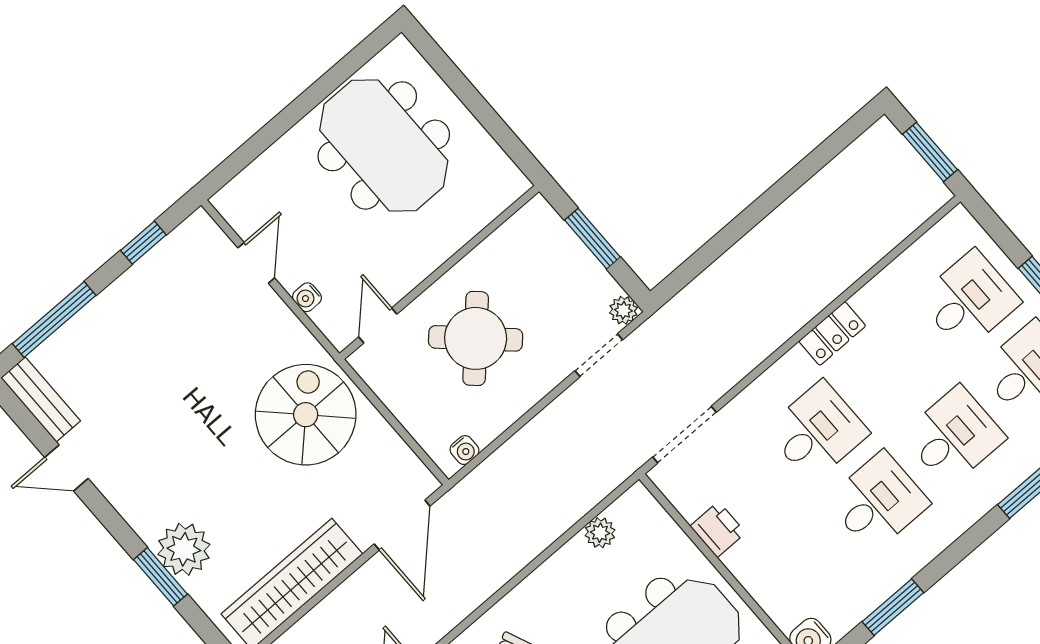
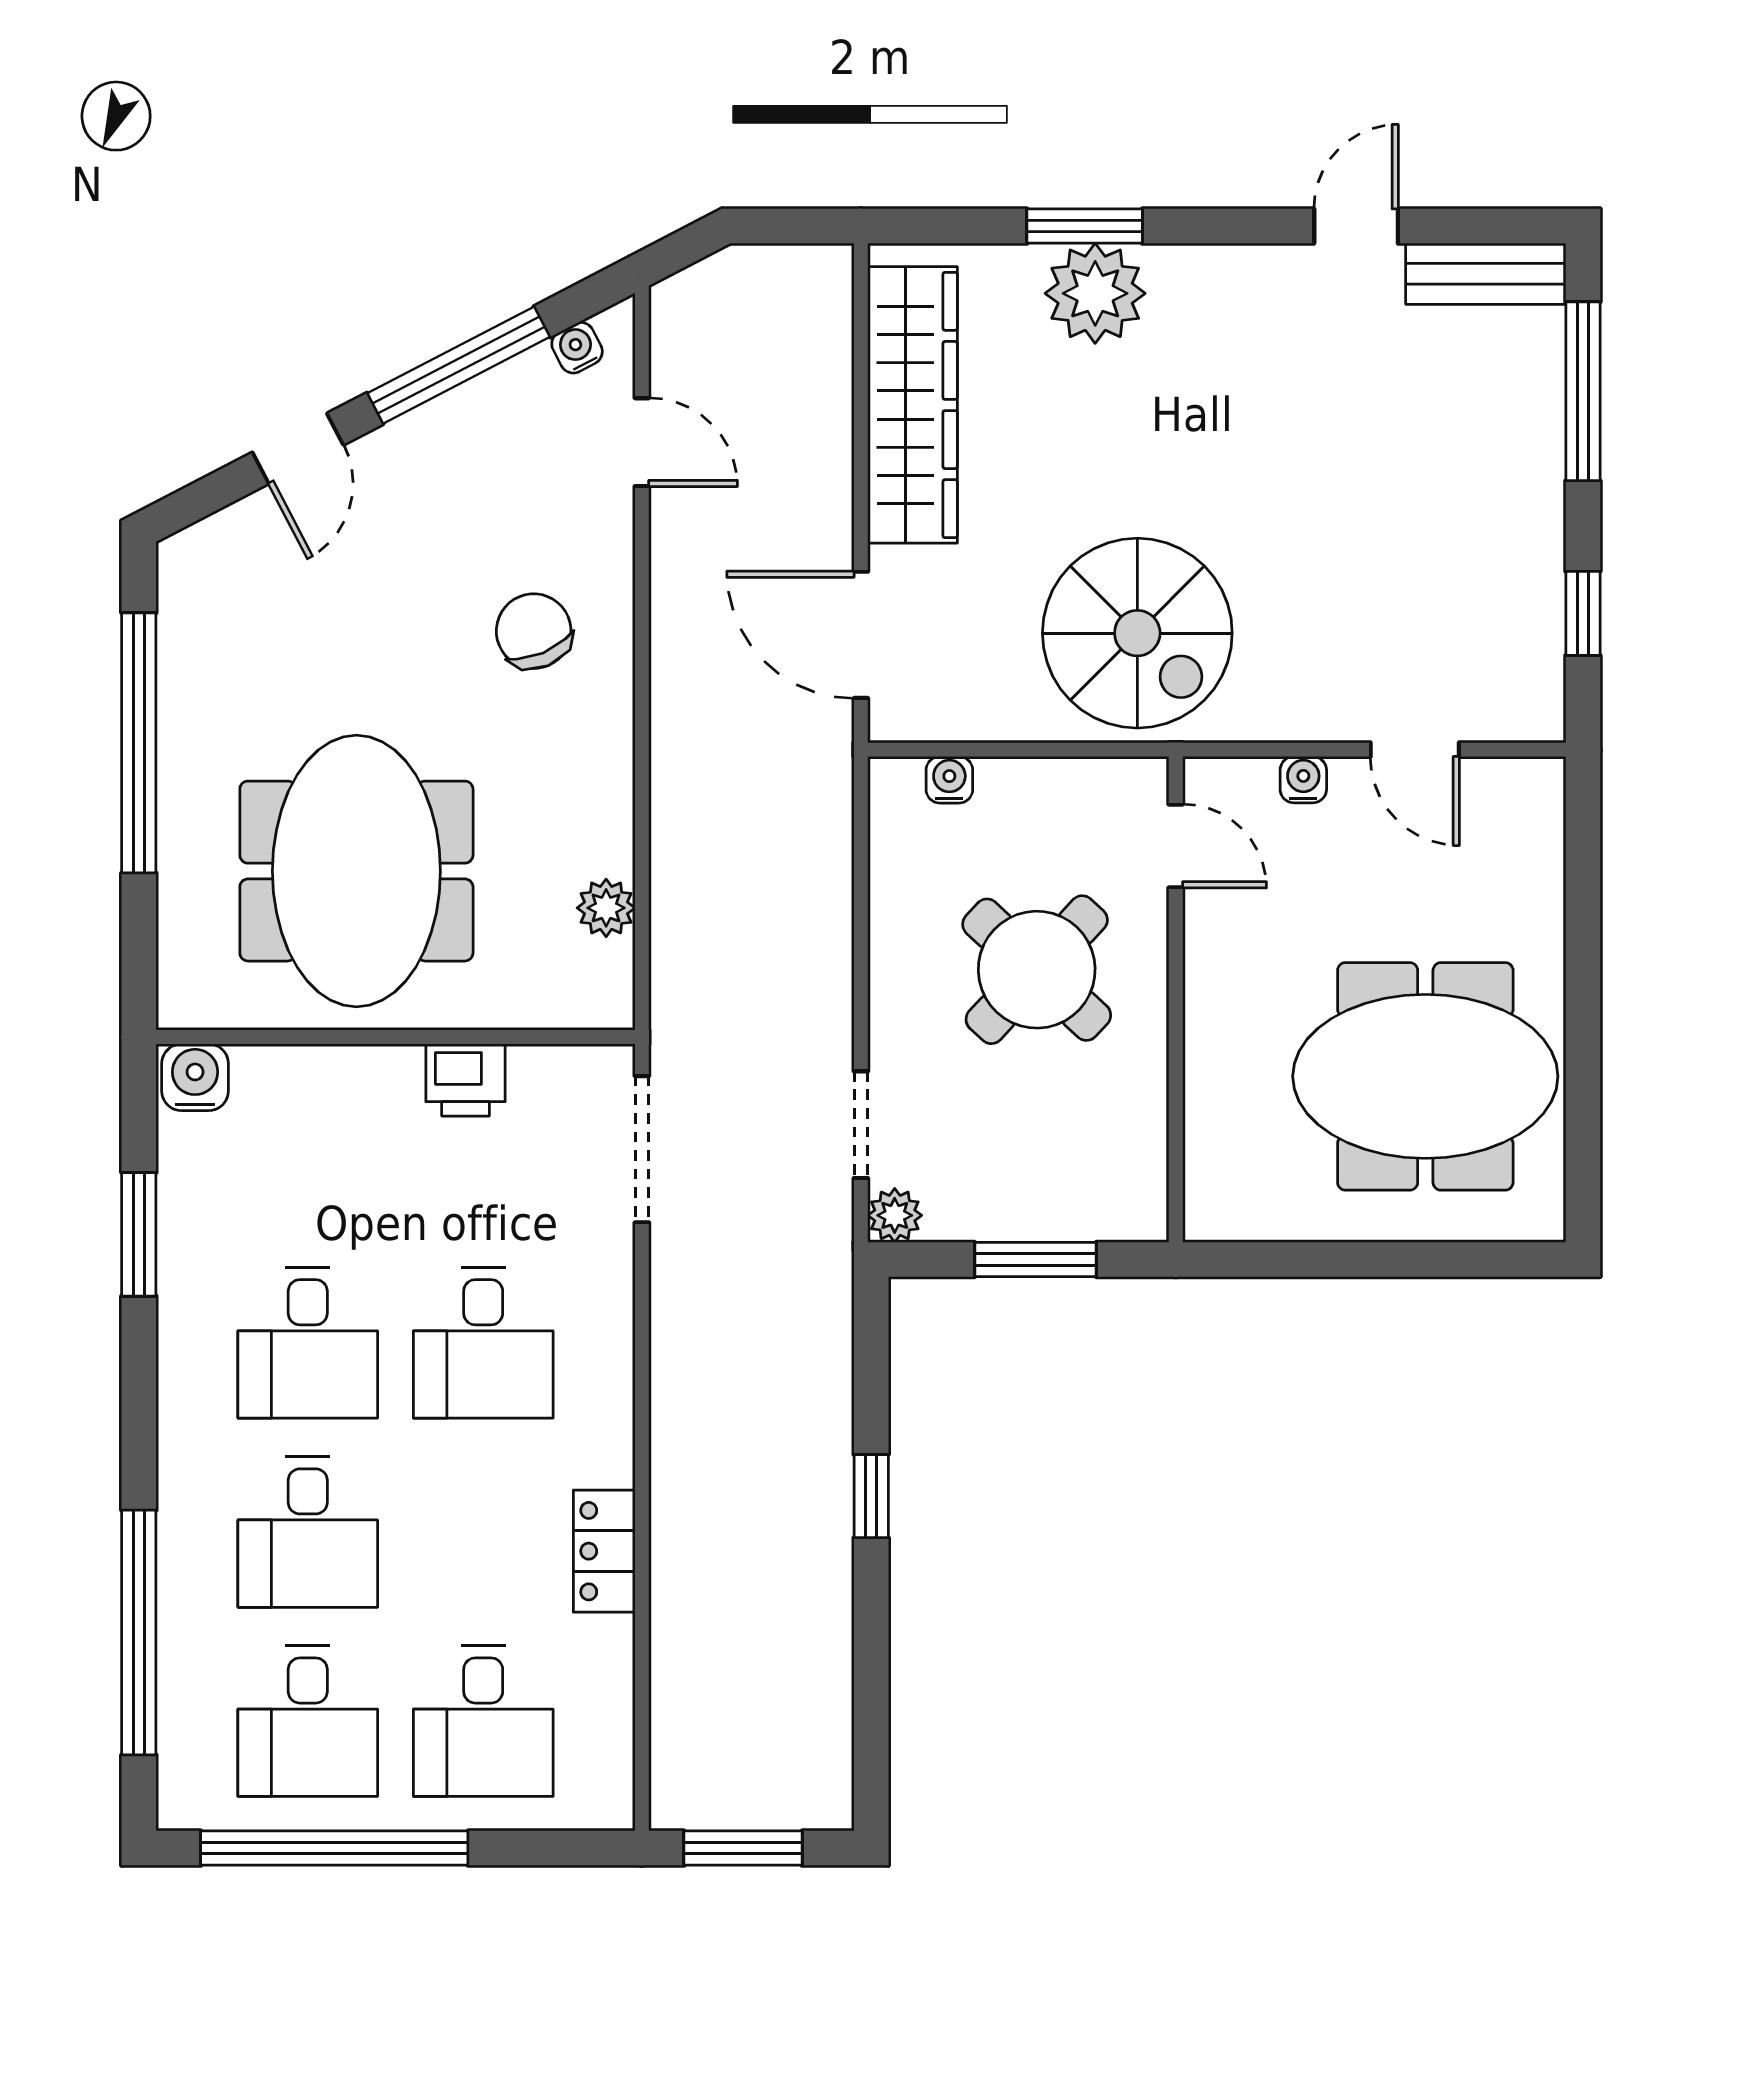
window: (744, 222) -> (871, 1496), added
locker: (832, 334) -> (604, 1551), moved
water cooler: (464, 450) -> (949, 780), moved, turned 90

